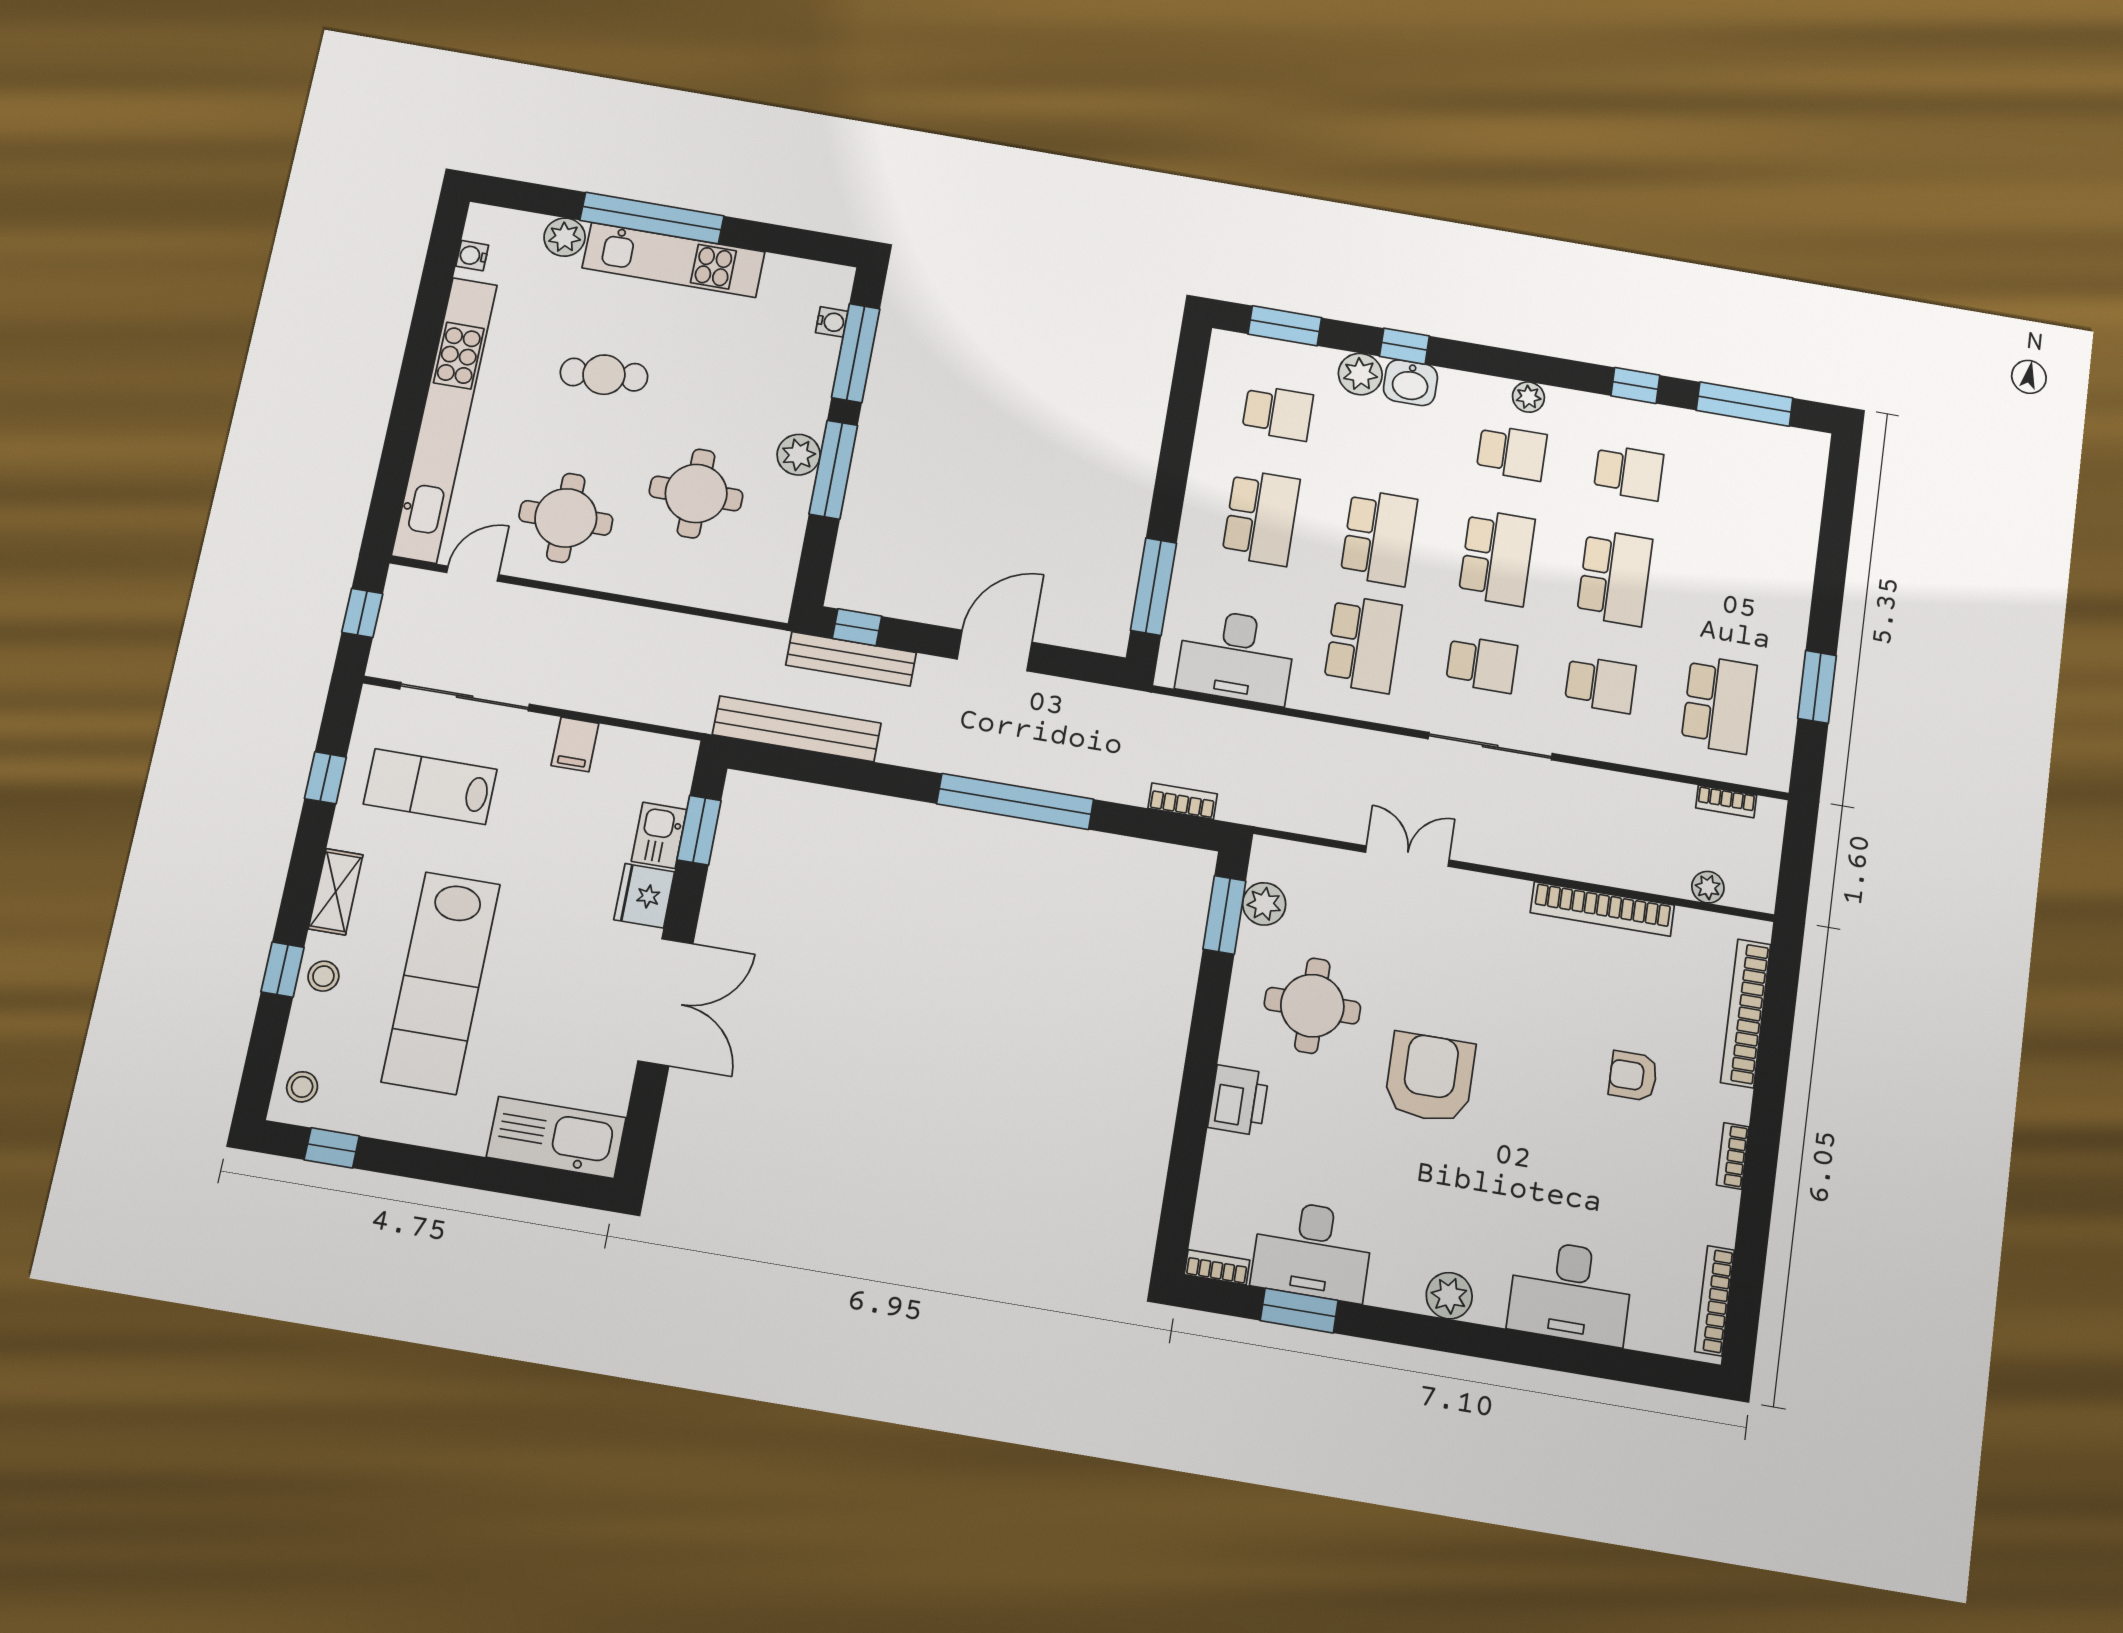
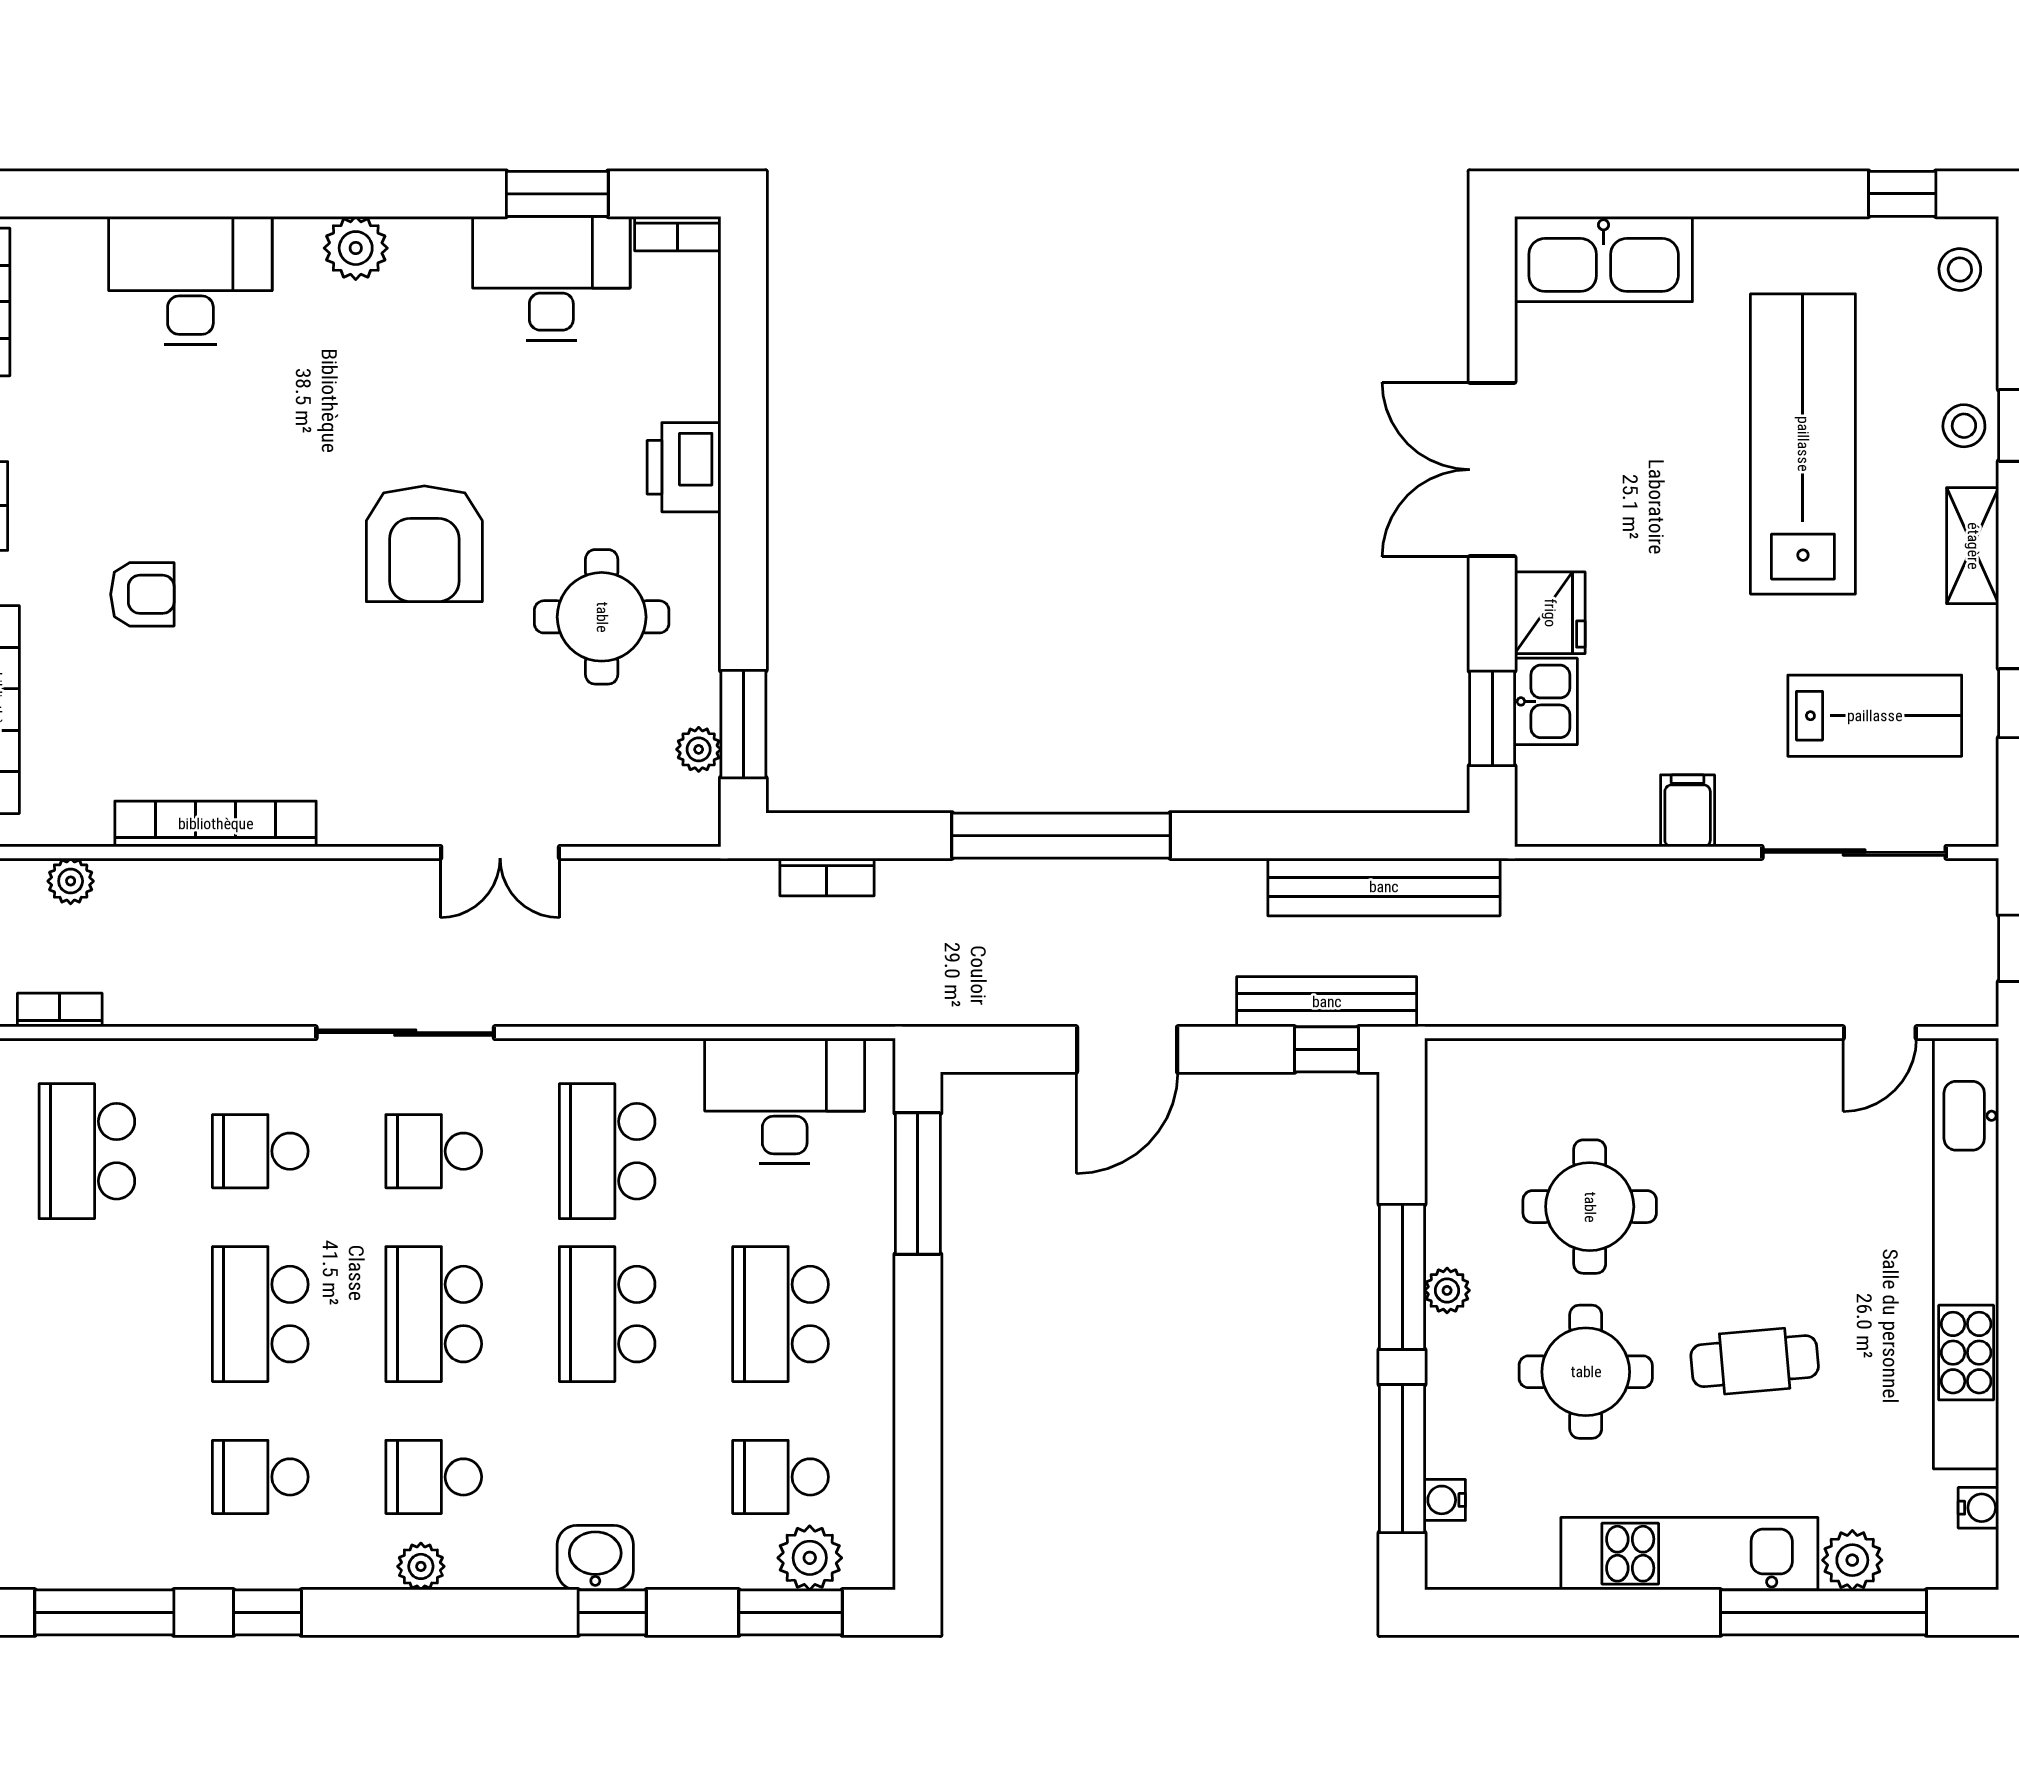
window: (652, 218) -> (1824, 1612), moved
plant: (1360, 374) -> (810, 1558), moved
plant: (799, 455) -> (1447, 1290), width x0.73, depth x0.73
round table: (566, 518) -> (1586, 1372), moved
plant: (1264, 904) -> (699, 749), width x0.73, depth x0.73

